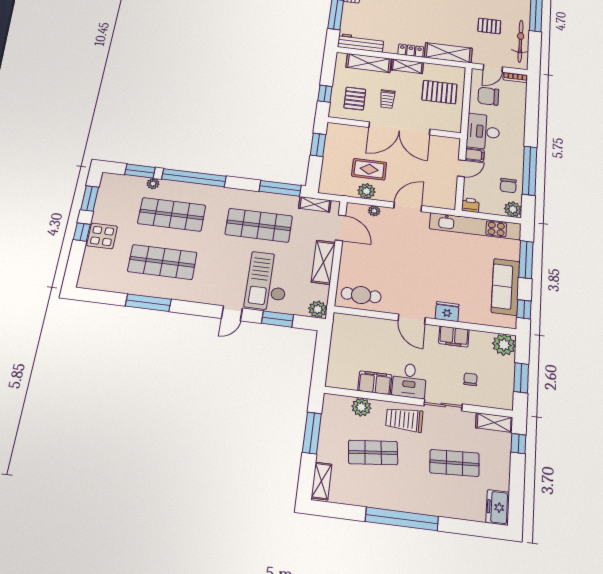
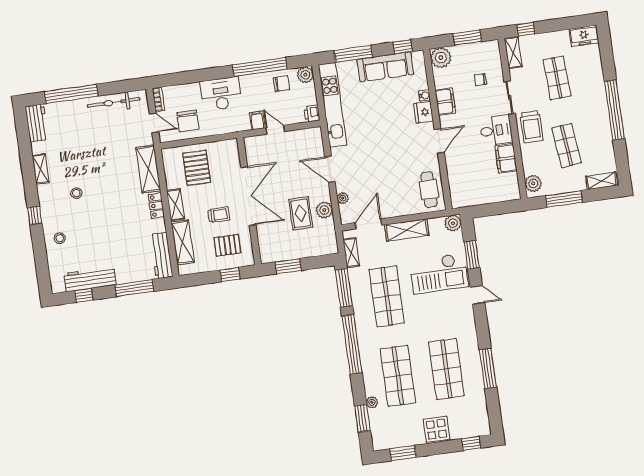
pallet: (489, 26) -> (104, 136), removed
desk: (483, 132) -> (221, 94), moved, turned 180
window: (194, 178) -> (352, 344), moved
window: (82, 232) -> (471, 443), moved
water cooler: (465, 317) -> (425, 95), added
plant: (361, 407) -> (533, 183), moved

